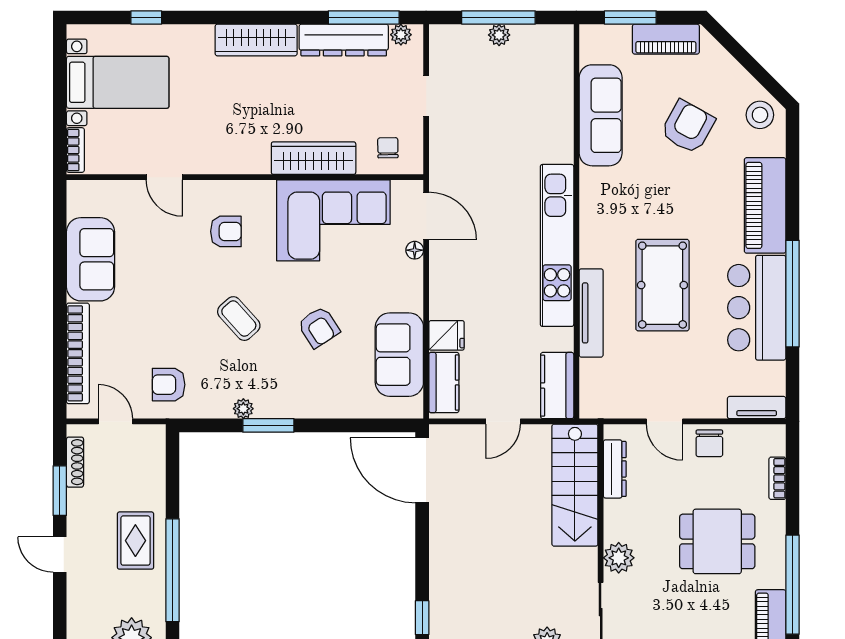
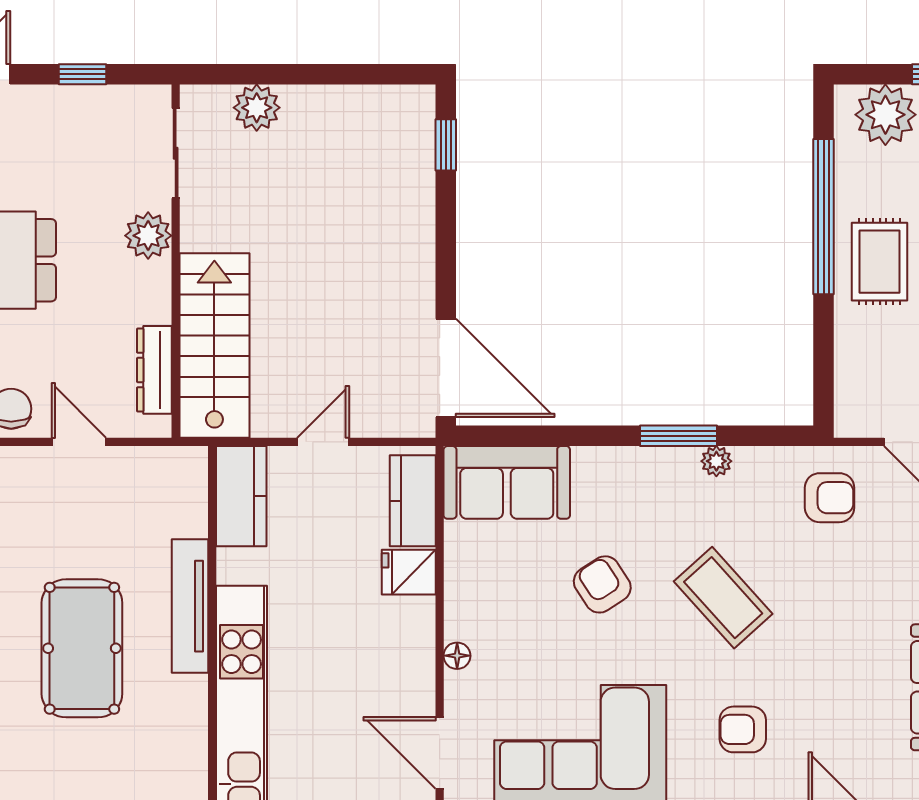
floor lamp: (415, 250) -> (457, 656), moved
coffee table: (239, 319) -> (723, 598), width x1.36, depth x1.30
sofa: (399, 355) -> (507, 482), moved, turned 90

